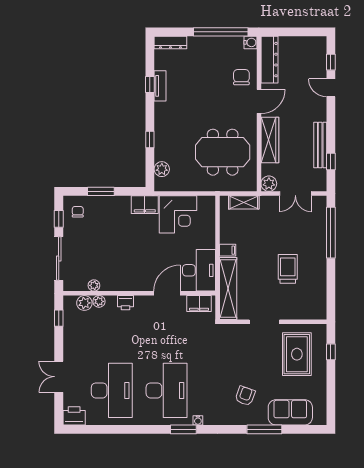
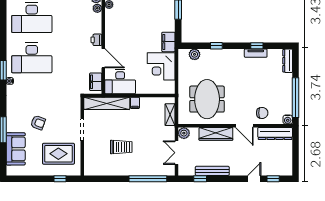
printer: (125, 303) -> (96, 40), moved
armchair: (245, 396) -> (38, 123), moved

